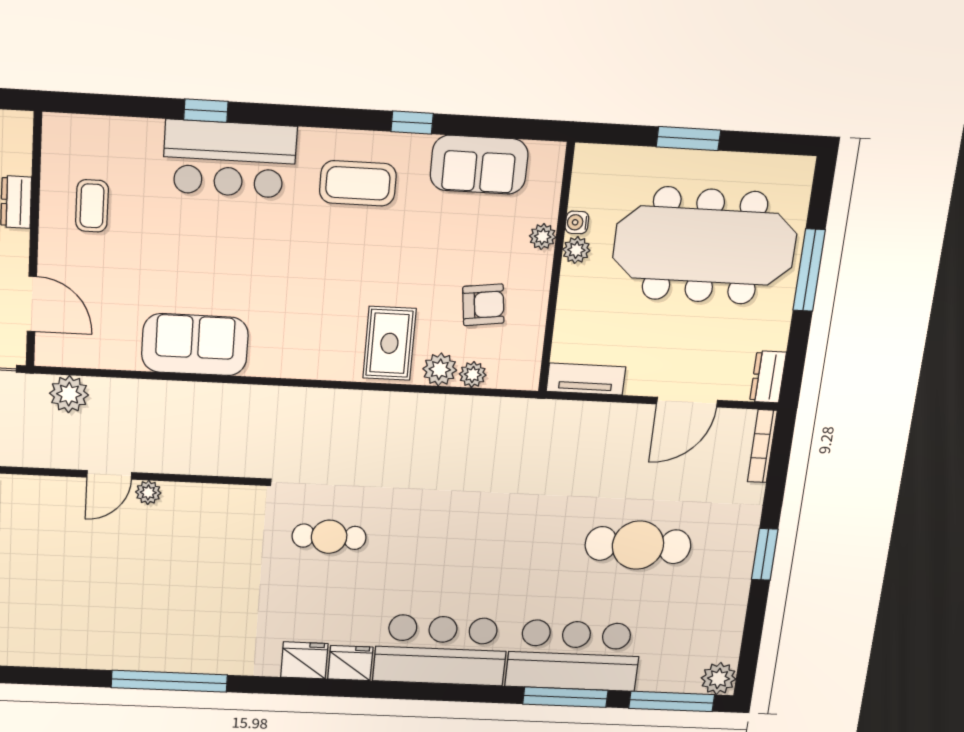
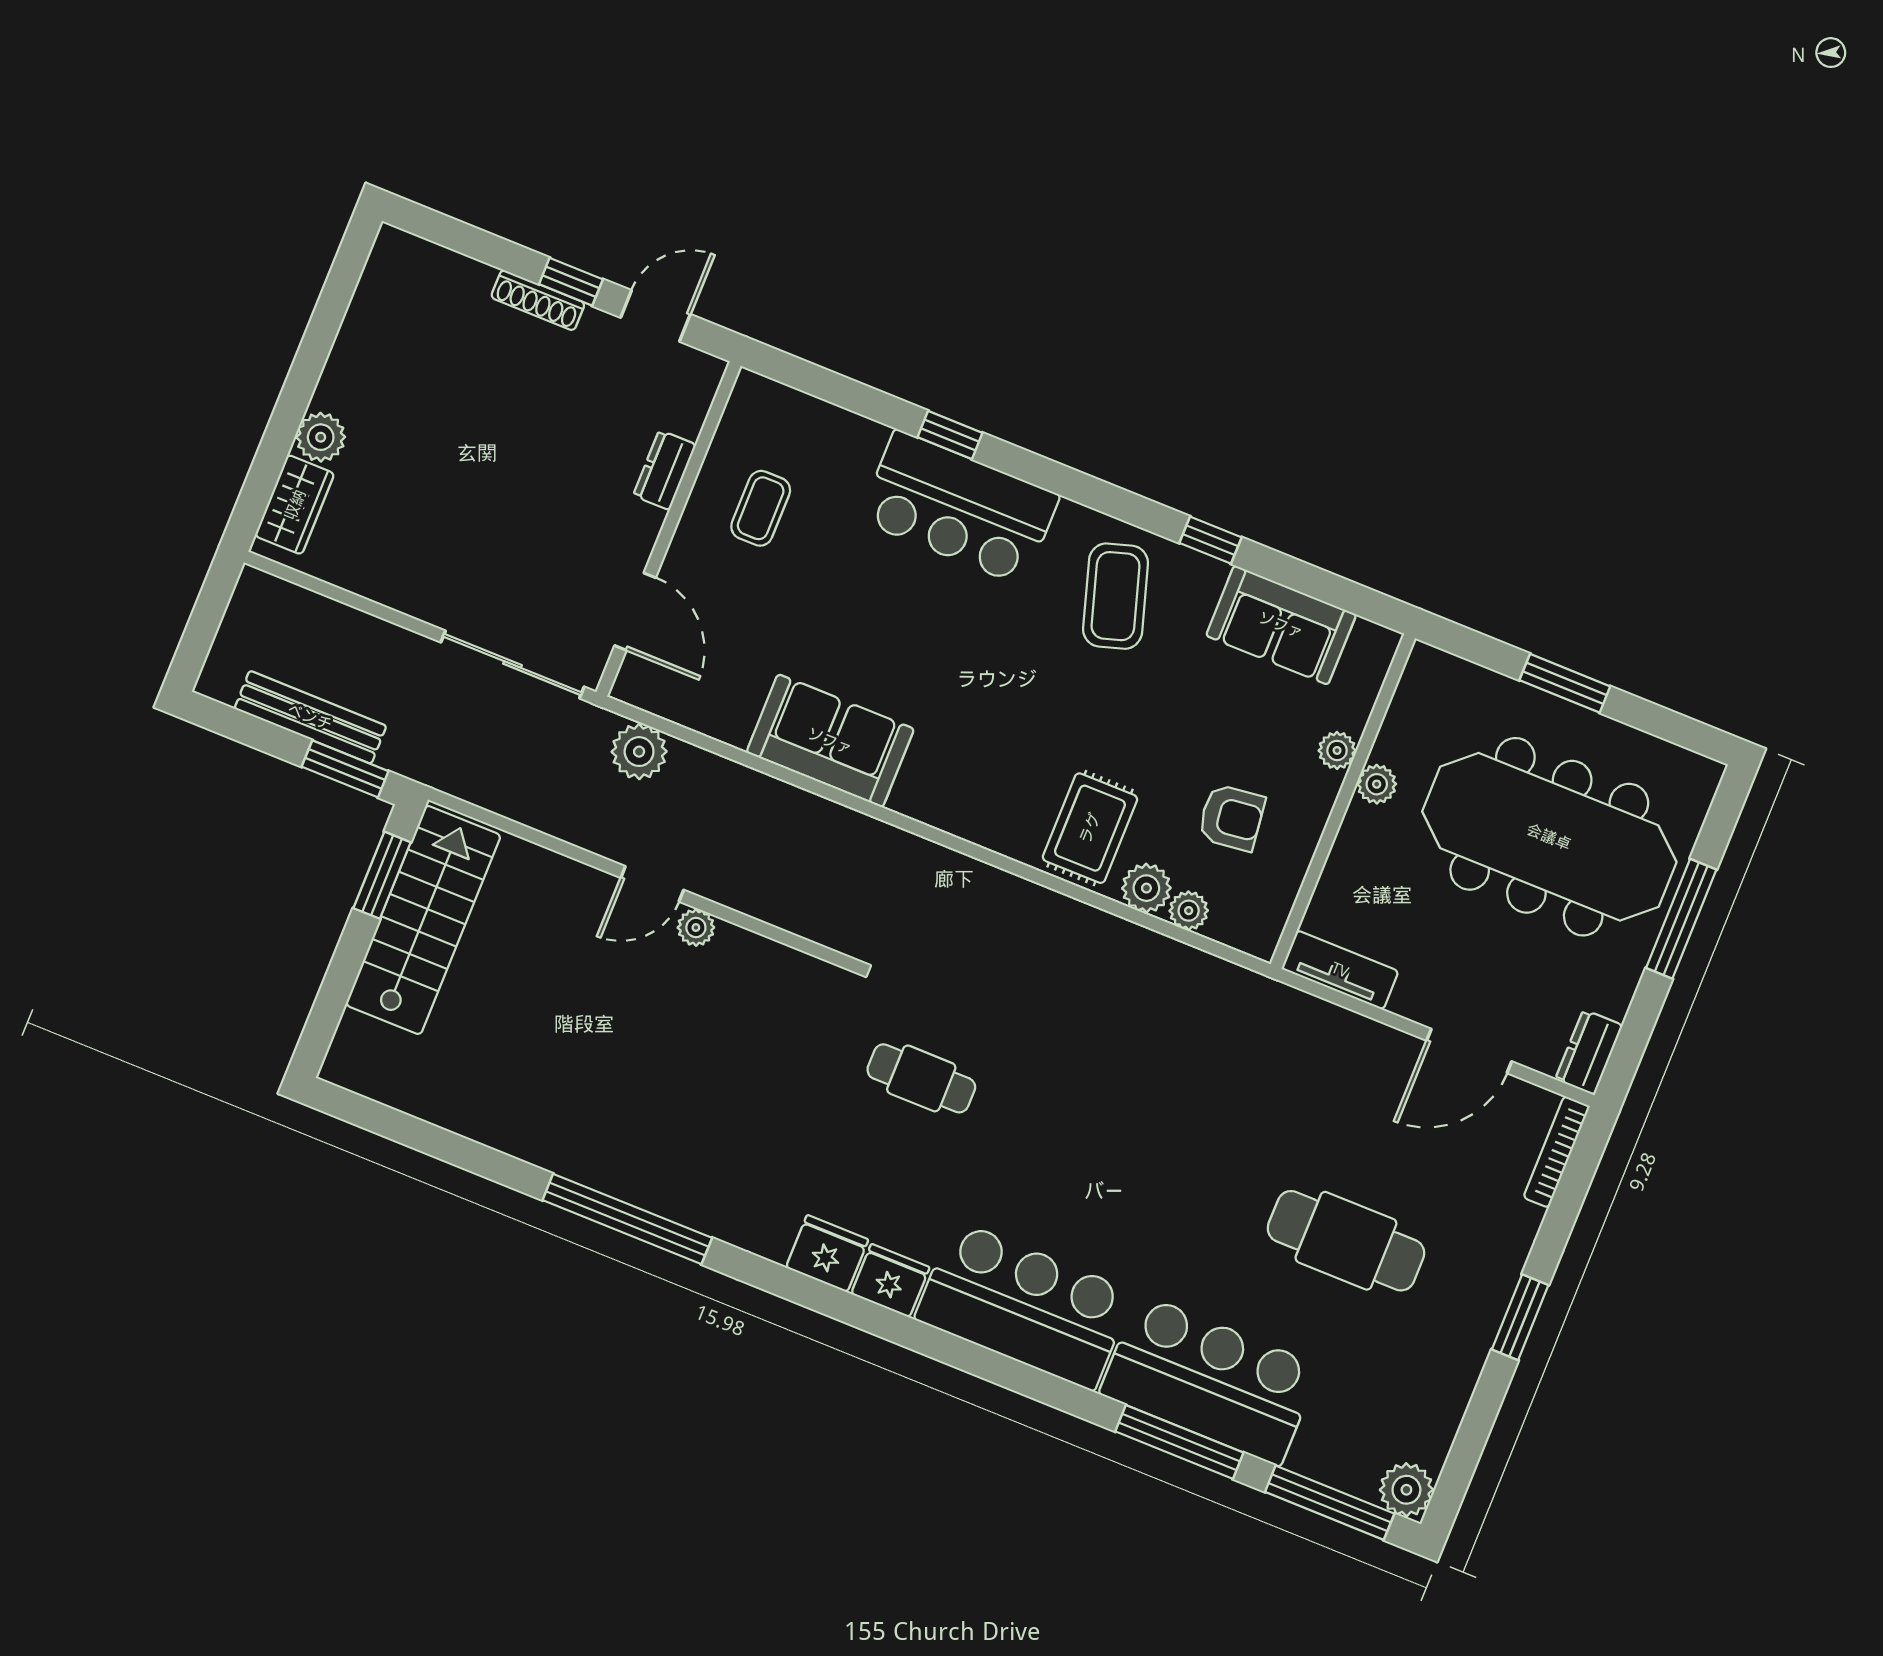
coffee table: (358, 183) -> (1116, 596), turned 73
water cooler: (577, 222) -> (1388, 747), removed

